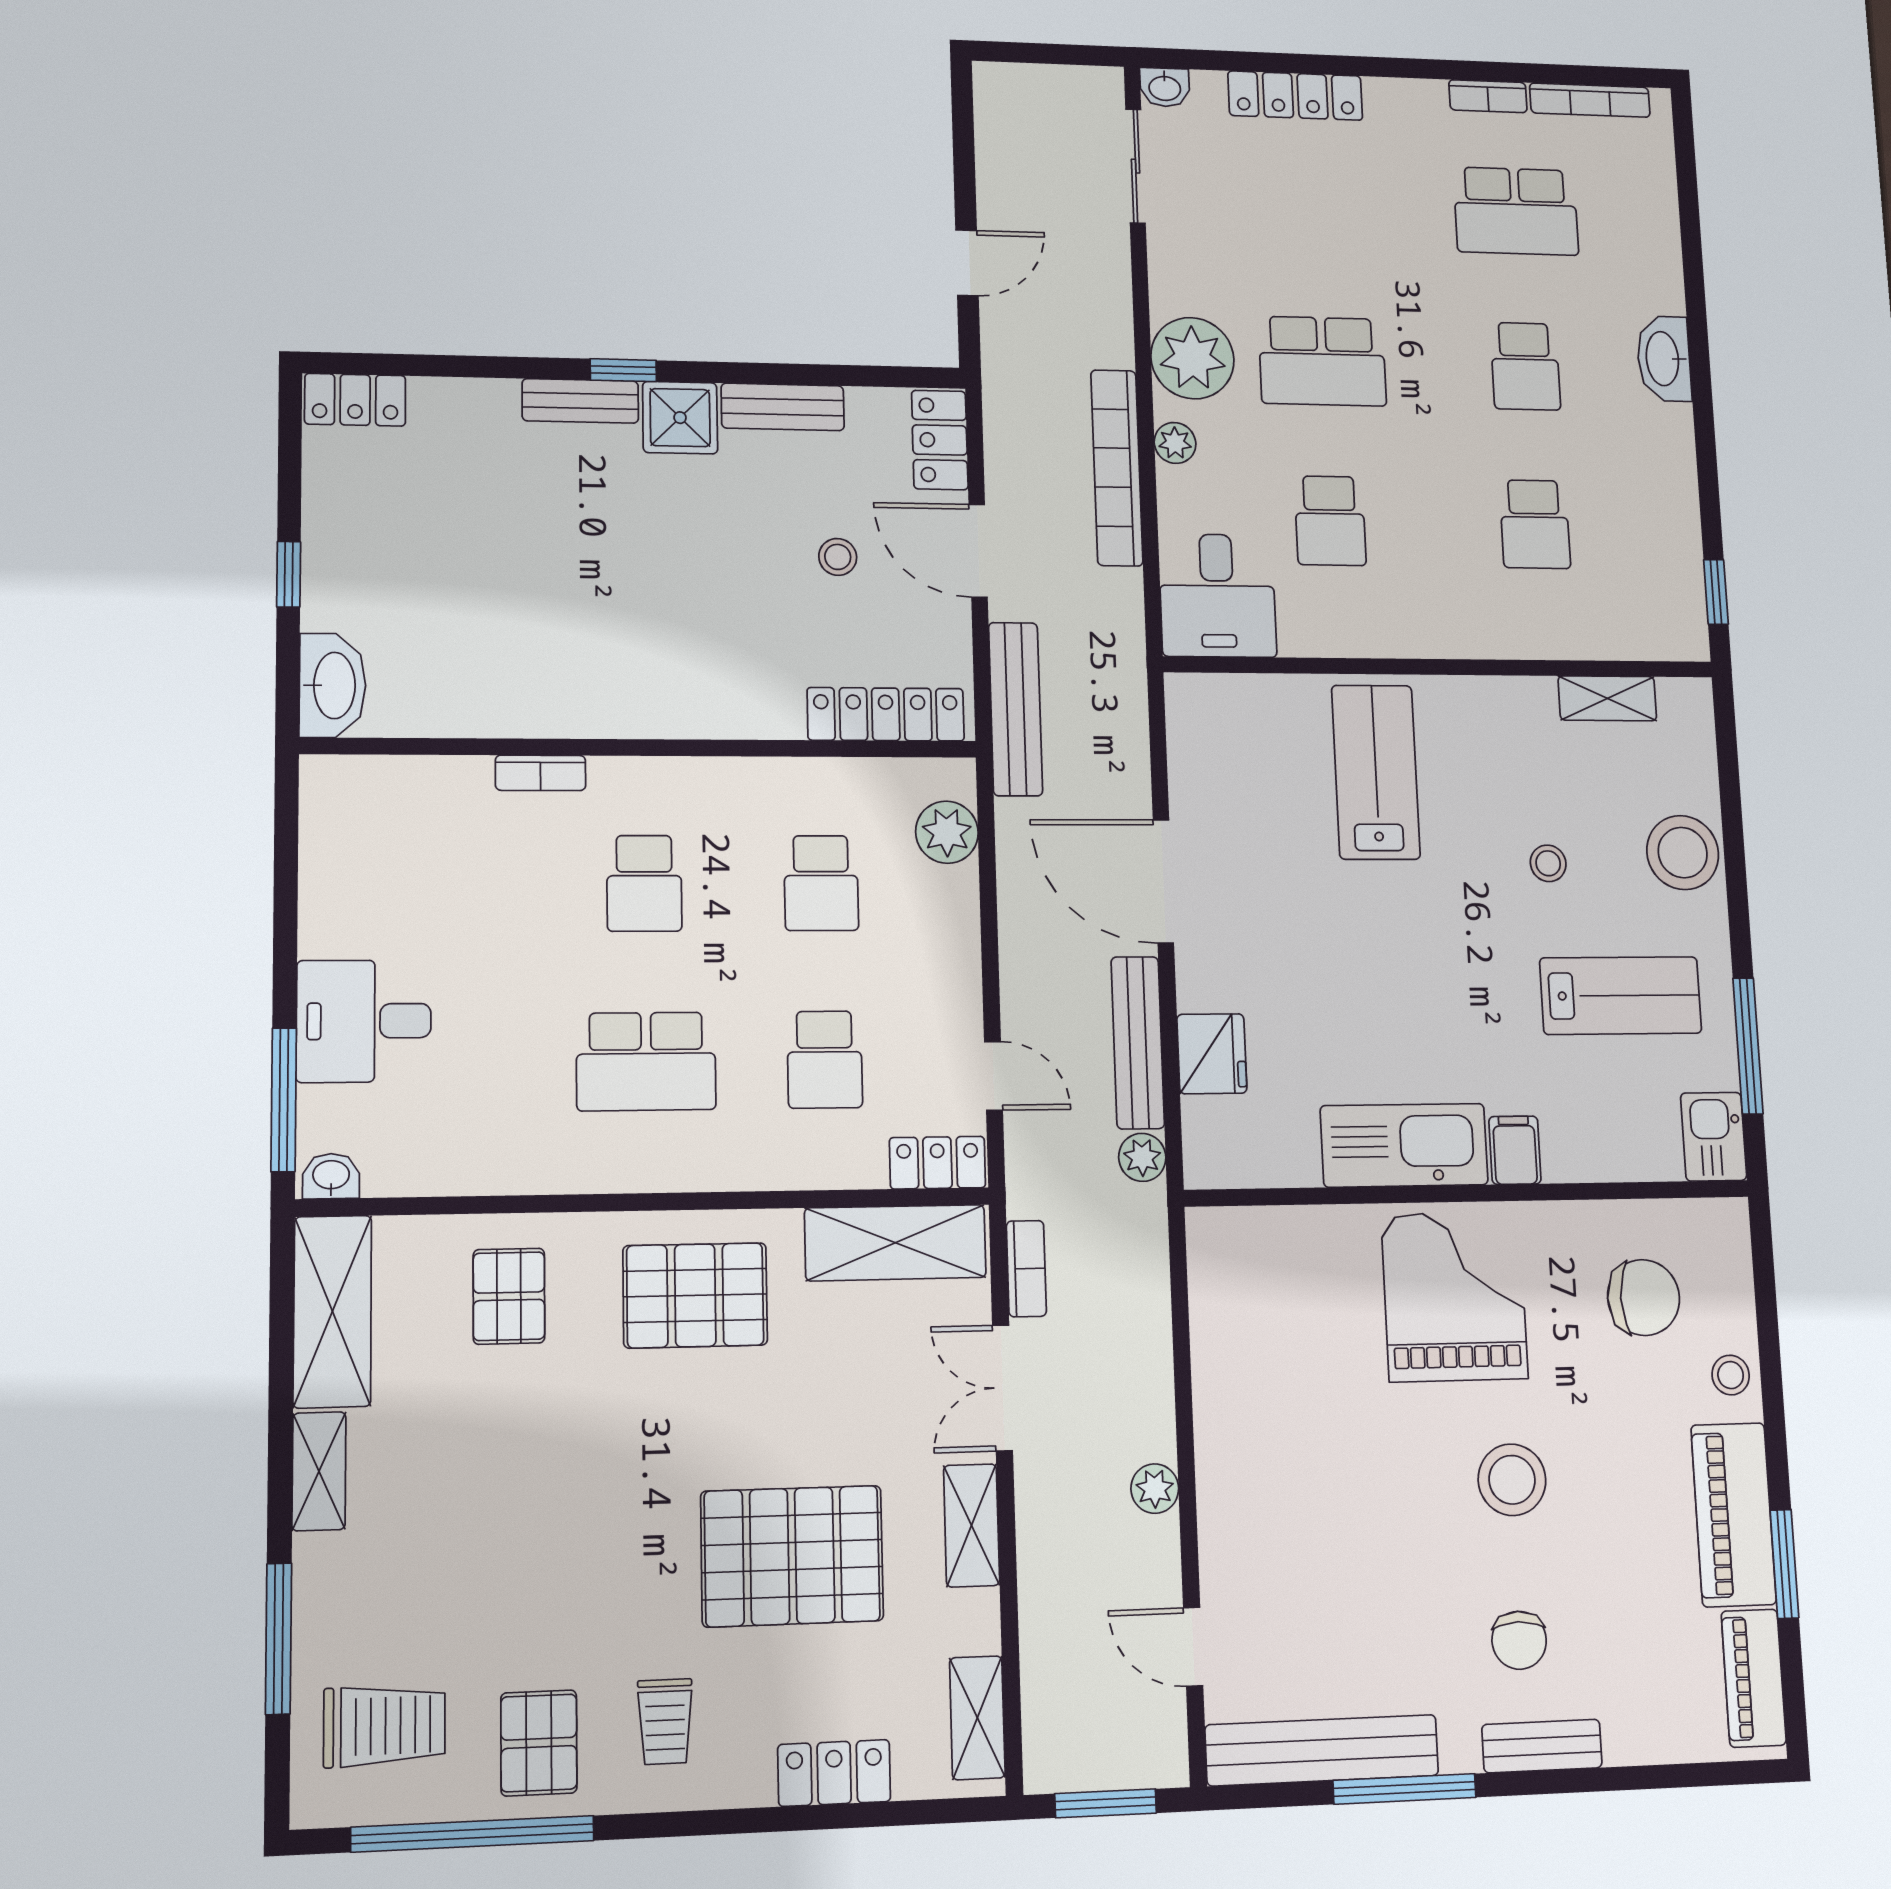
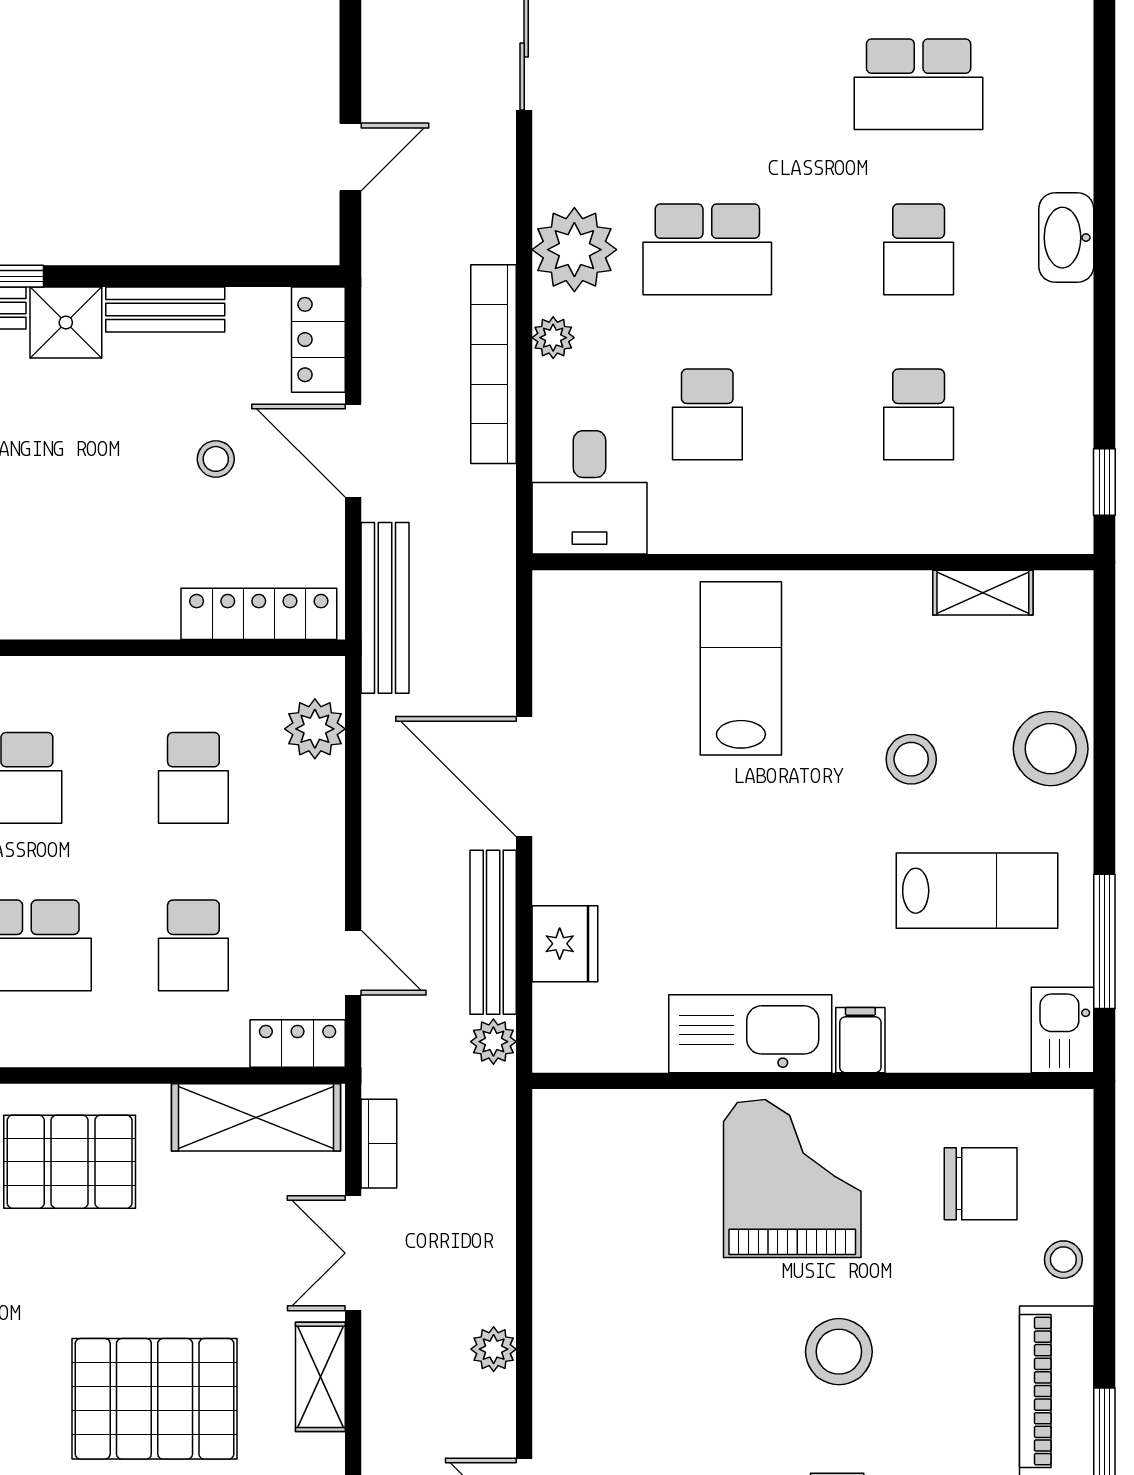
stool: (1548, 863) -> (911, 759), width x1.37, depth x1.37

